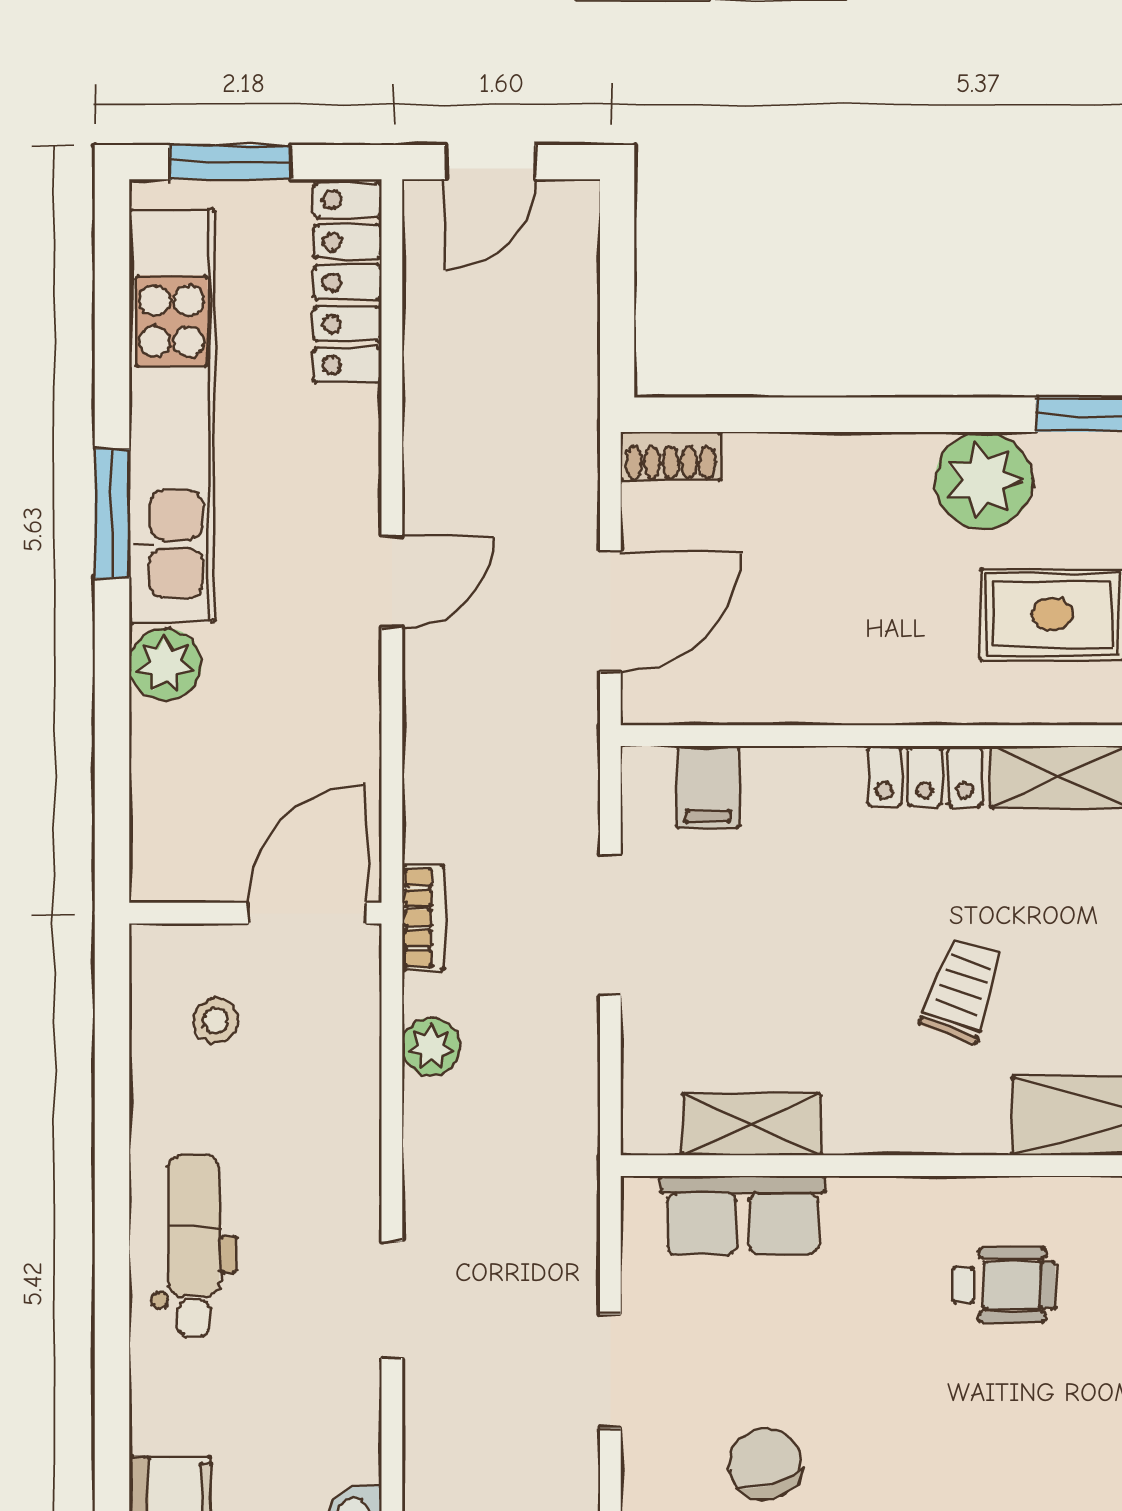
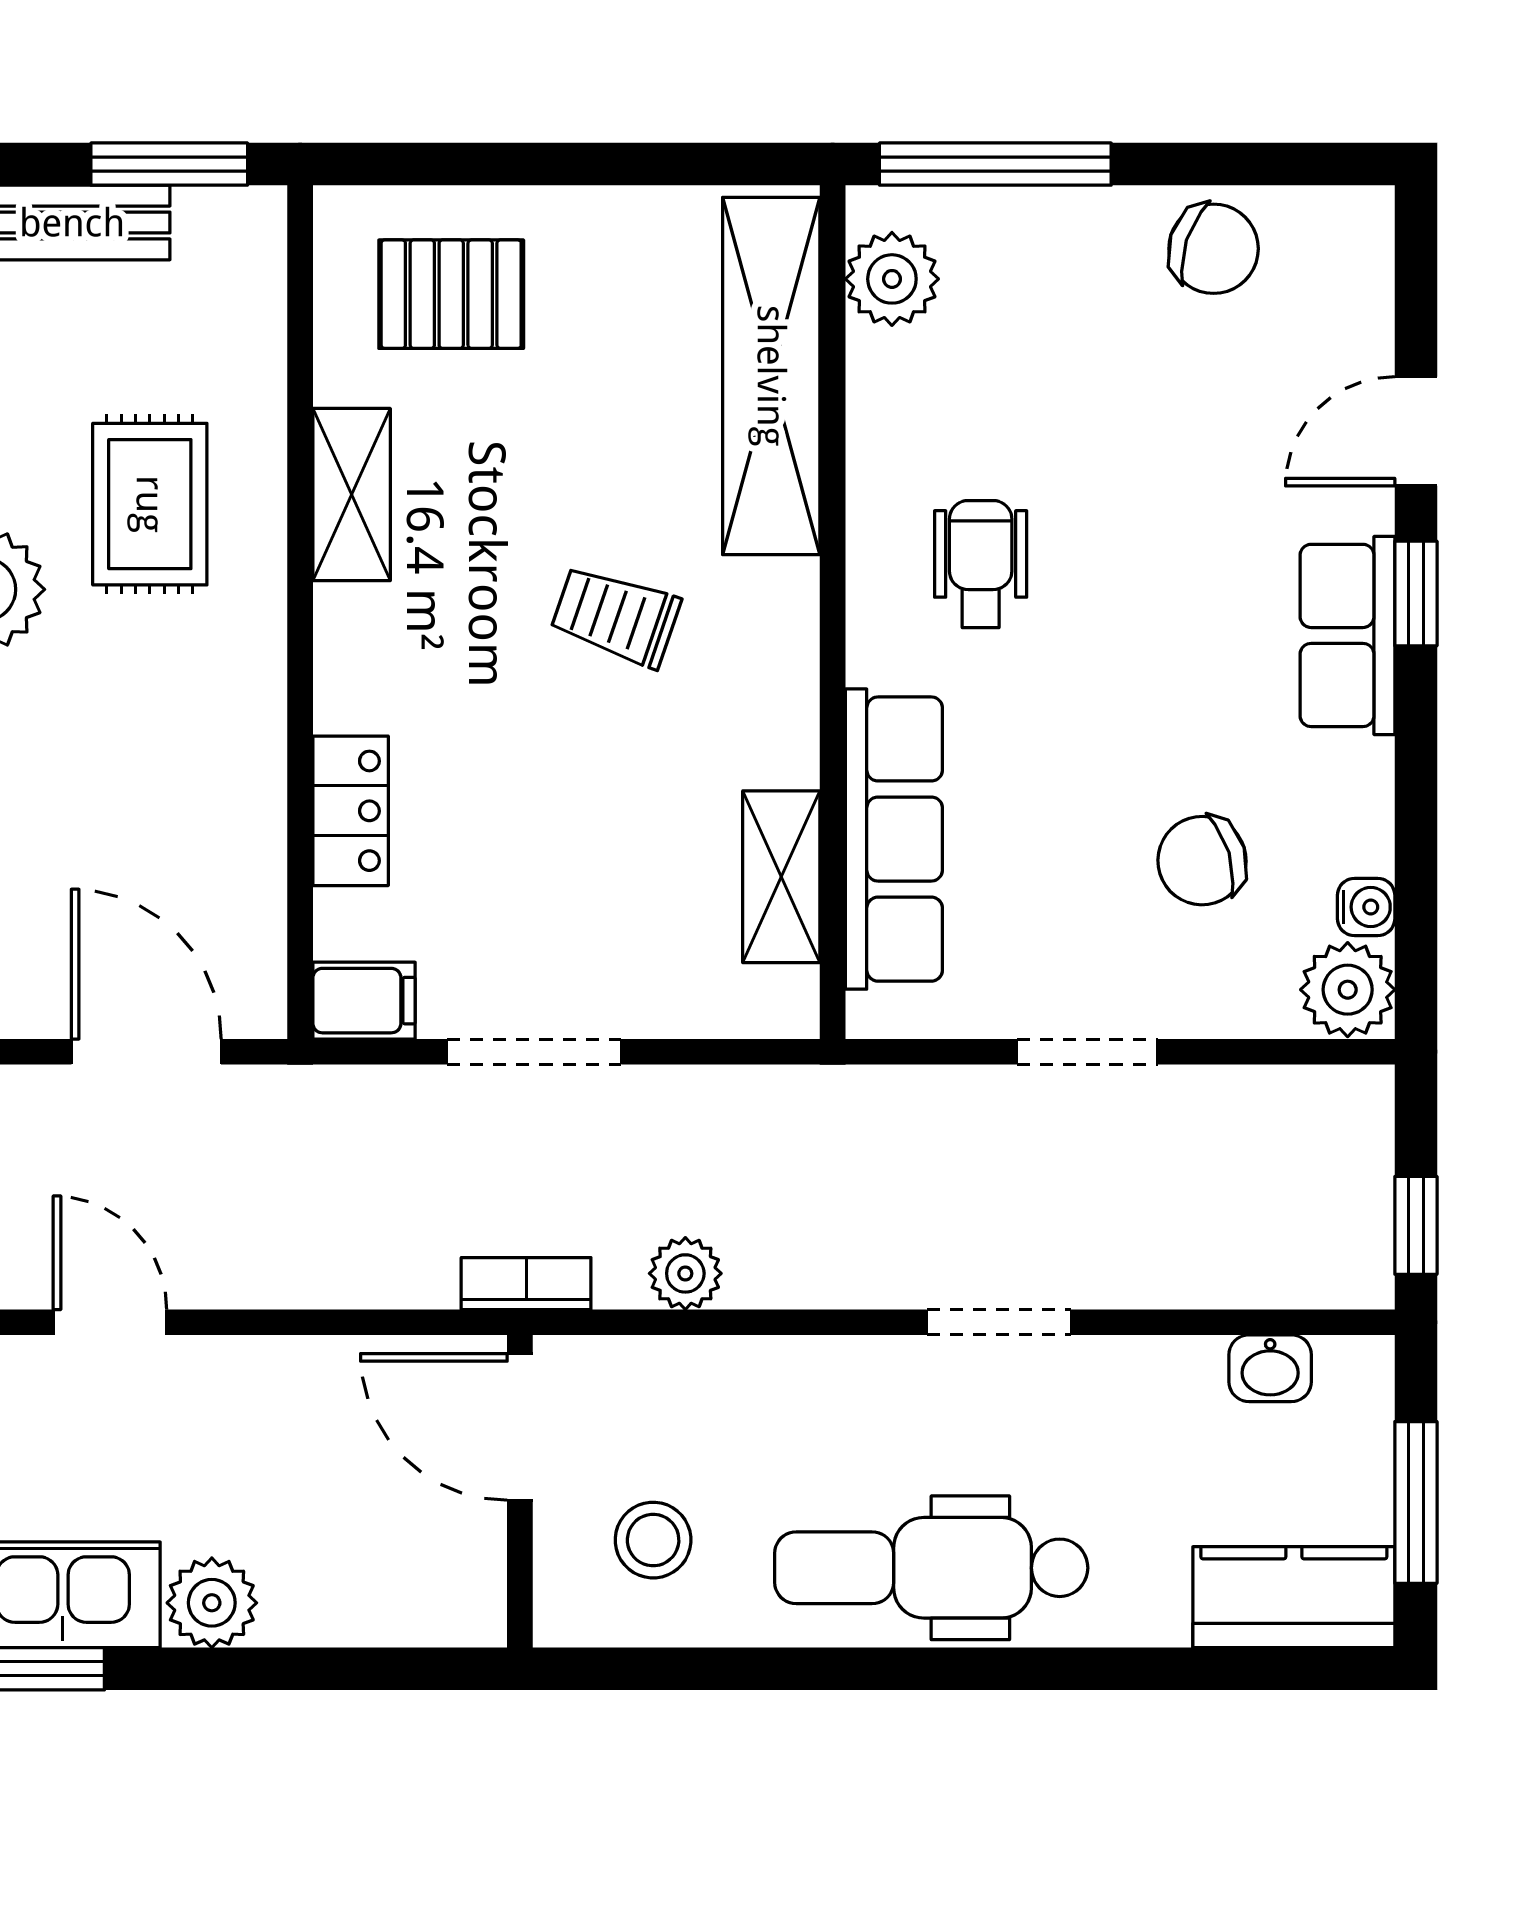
locker: (925, 776) -> (351, 811), moved
filing cabinet: (708, 787) -> (364, 1001), moved
stool: (216, 1021) -> (653, 1540), width x1.37, depth x1.37
row of seats: (743, 1215) -> (894, 839), width x1.48
dental chair: (194, 1245) -> (931, 1568), width x1.36, depth x1.38

